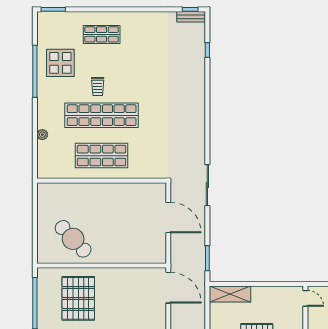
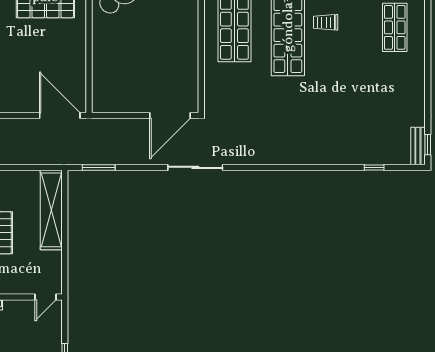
door: (168, 217) -> (170, 116), moved
door: (168, 288) -> (60, 116), swing flipped
shelving: (230, 294) -> (51, 210), width x1.47

